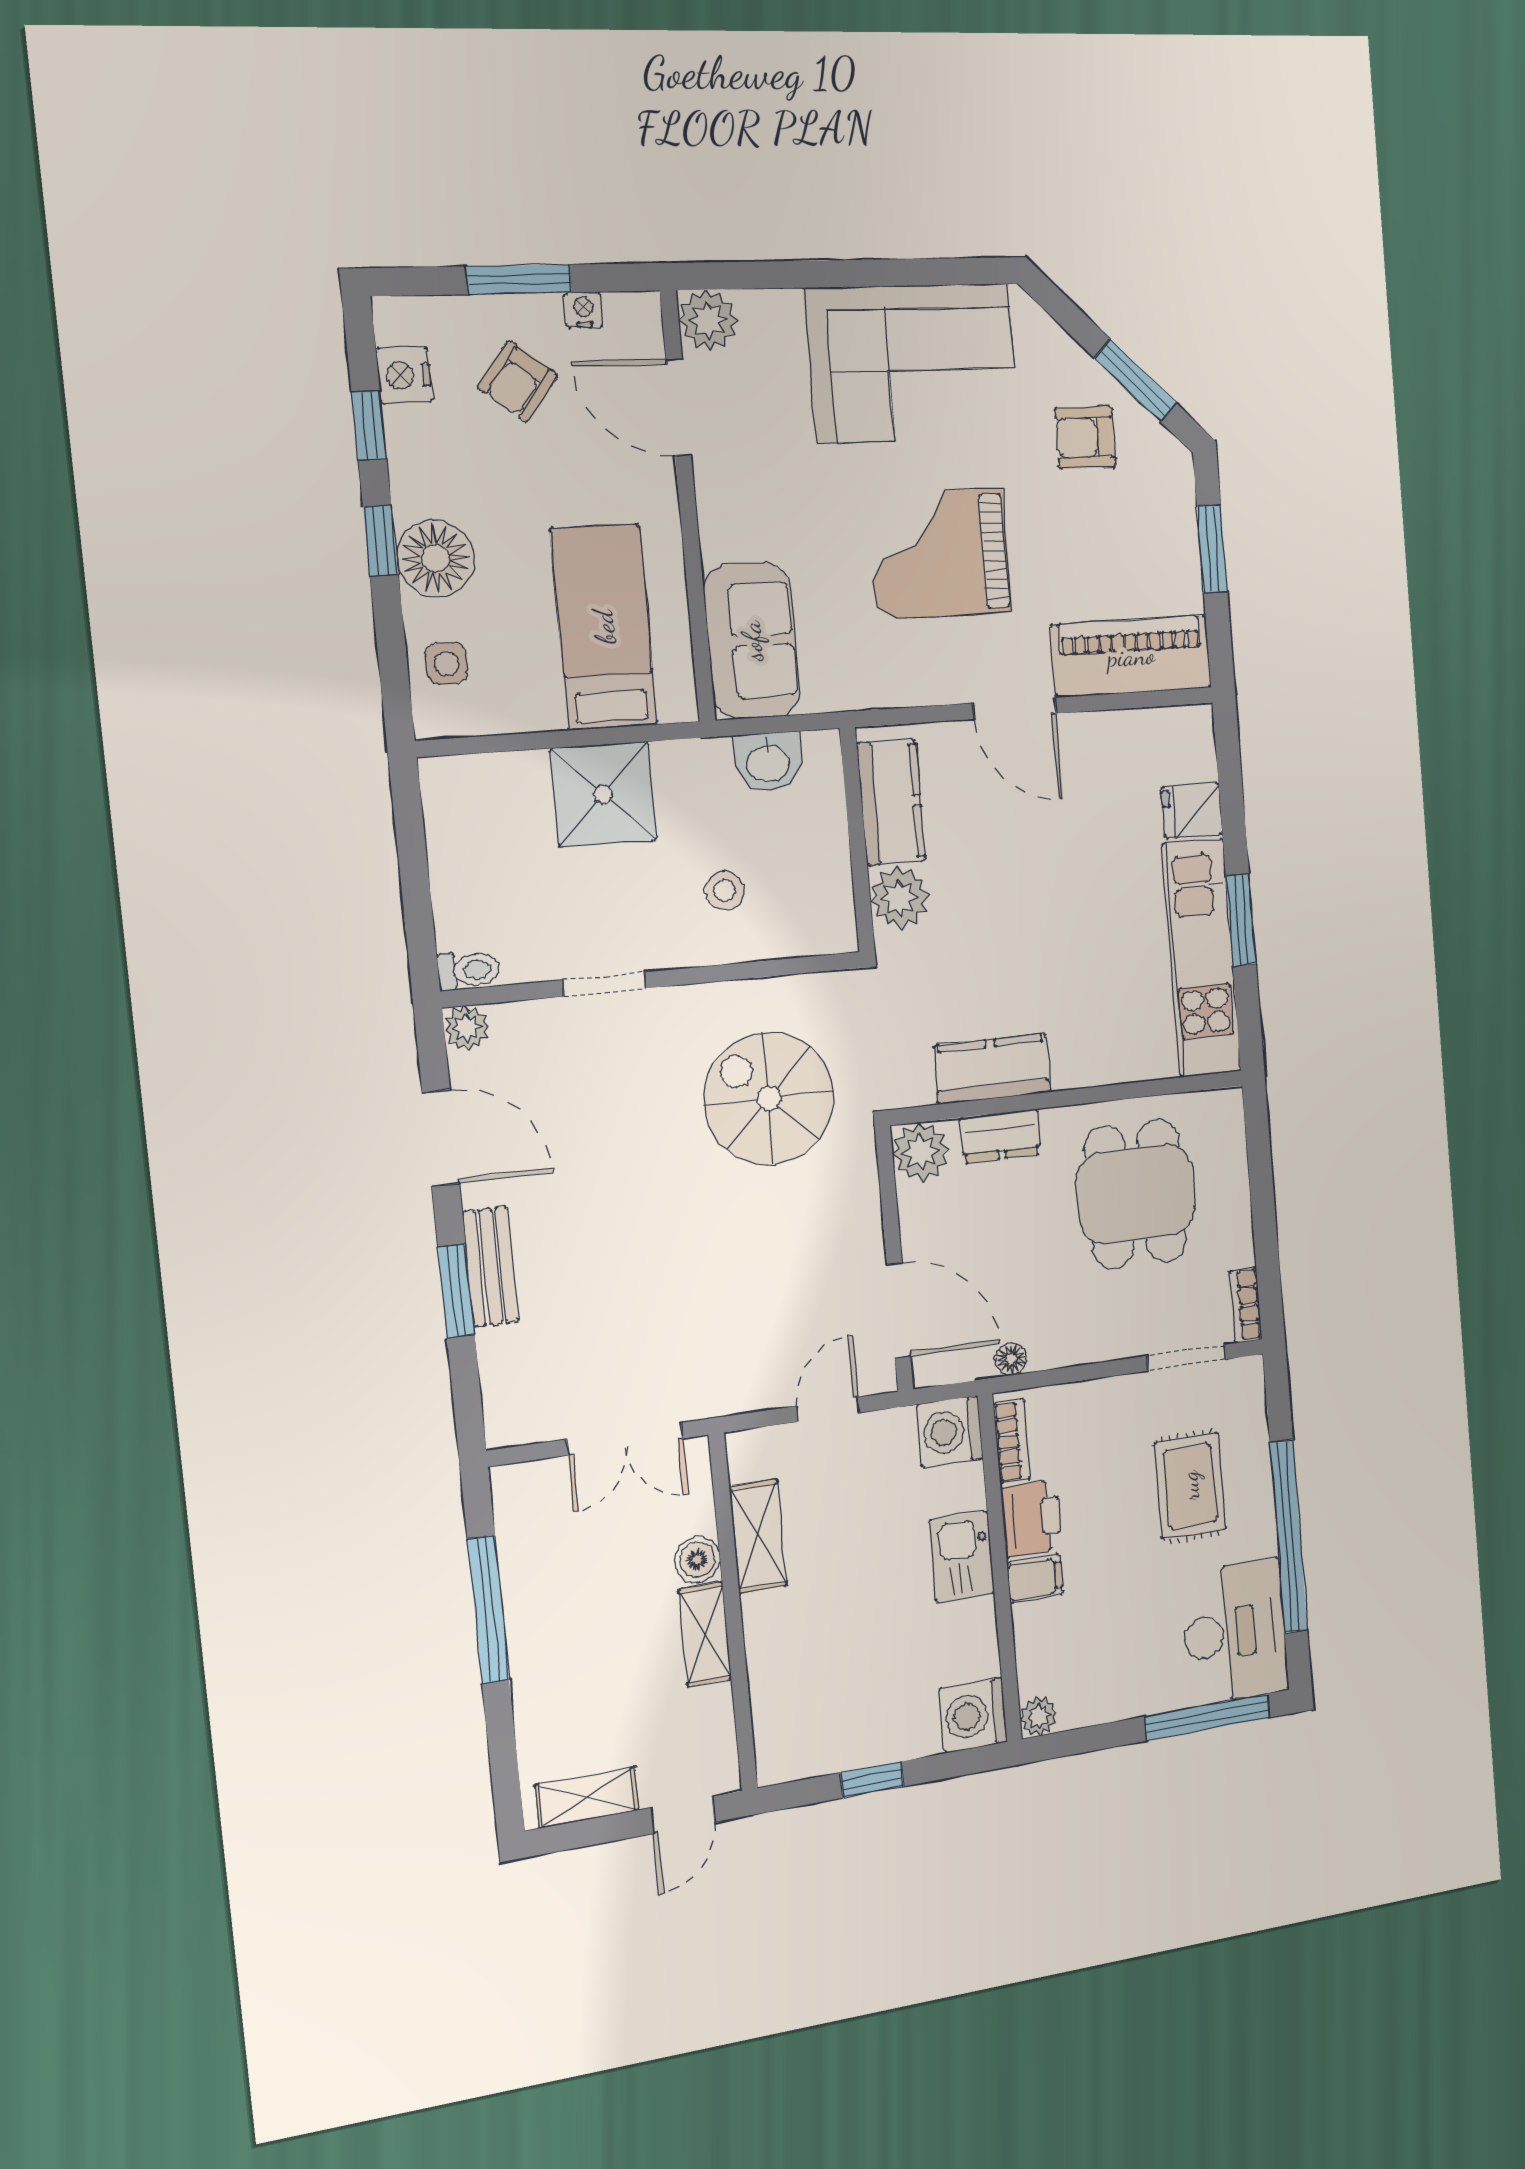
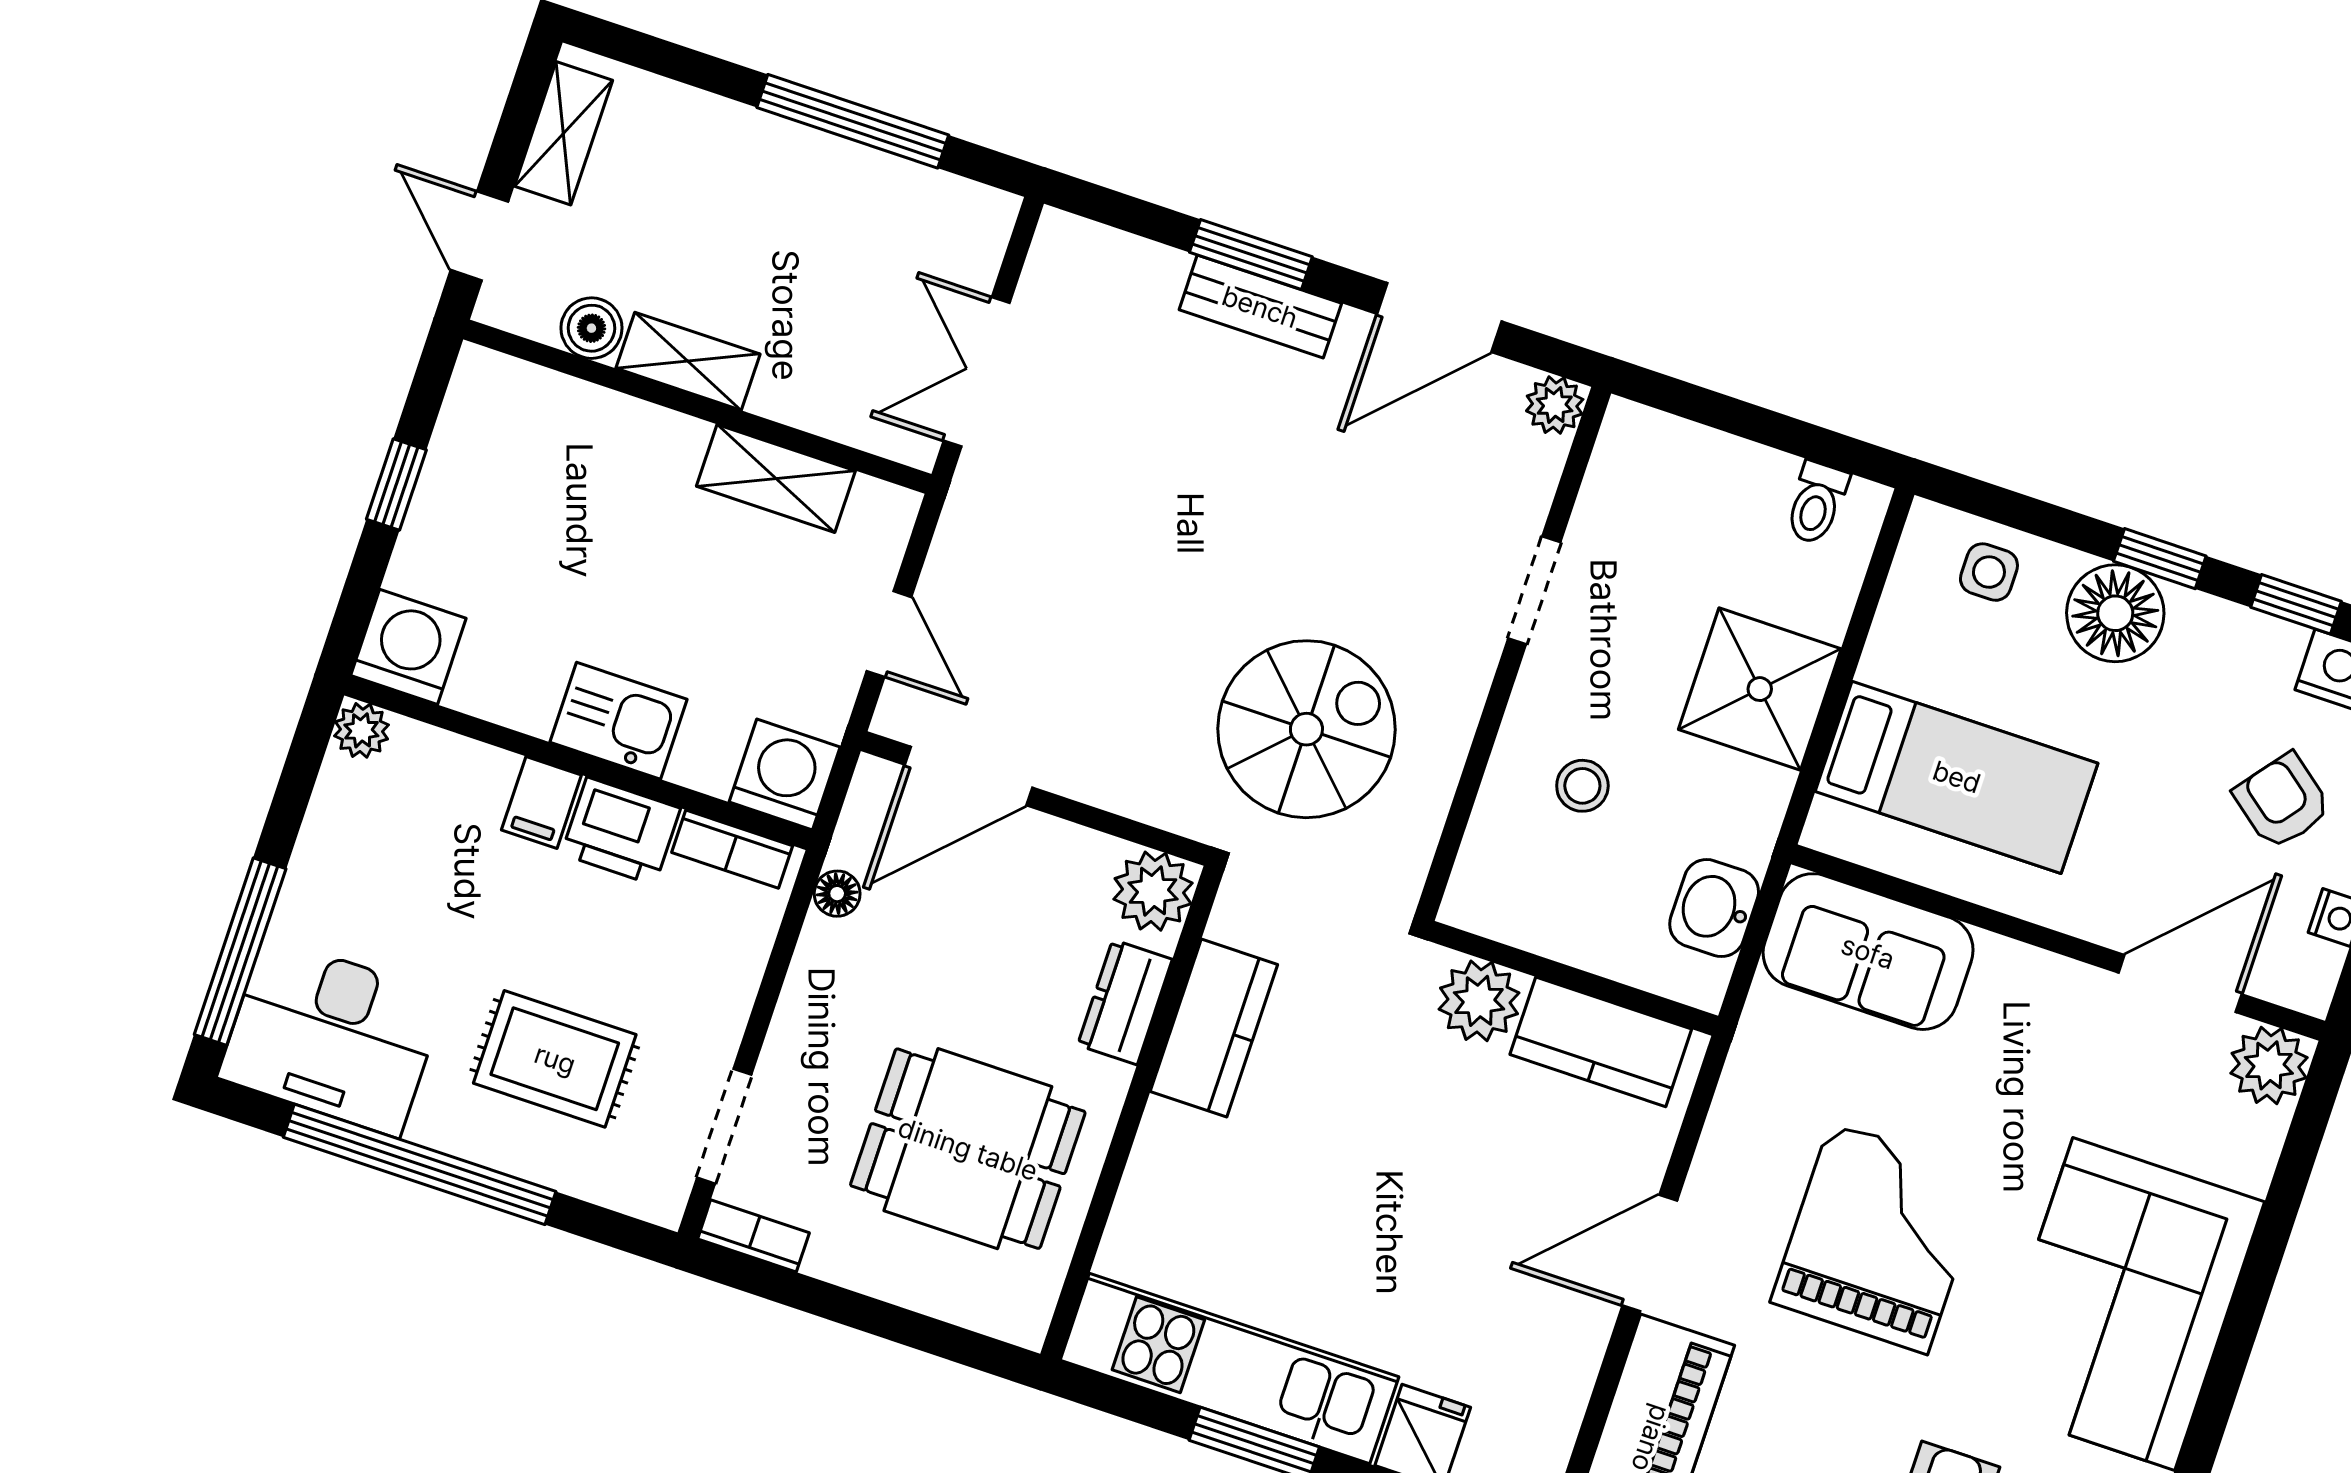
toilet: (469, 970) -> (1816, 503), moved
boiler: (698, 1560) -> (591, 328), moved

